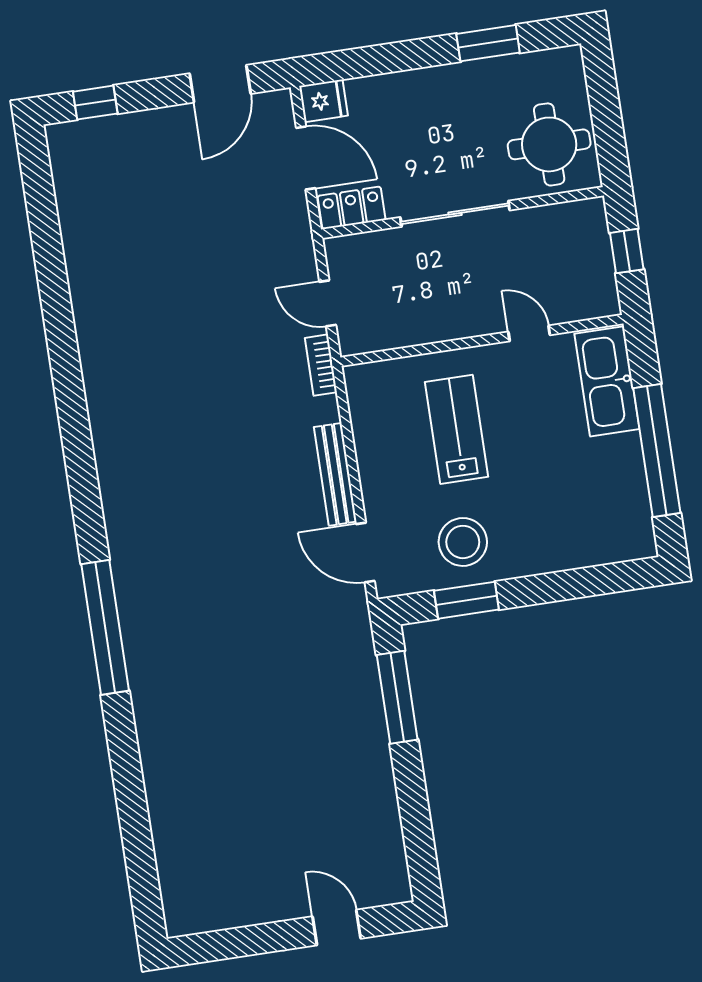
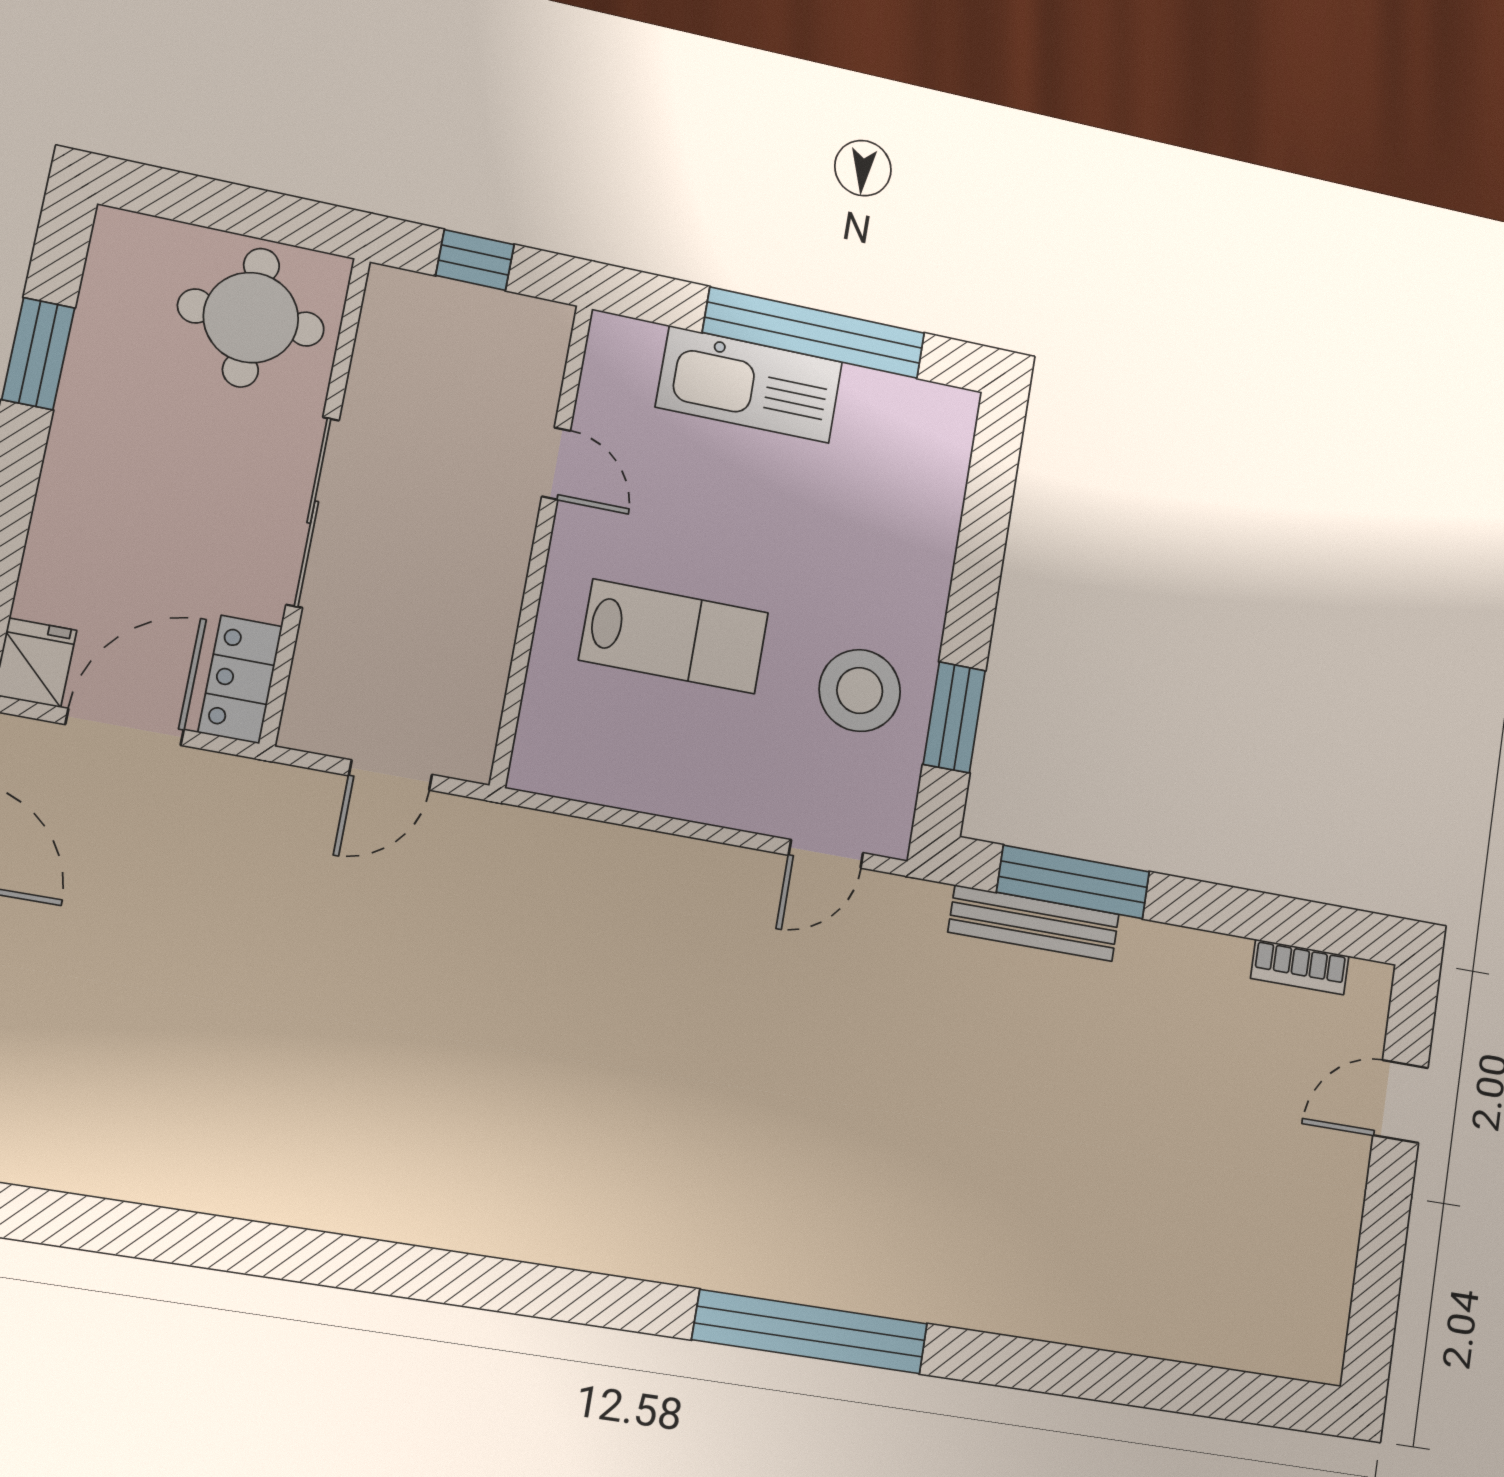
door: (529, 333) -> (556, 464), swing flipped
bookcase: (321, 365) -> (1300, 967), moved
kitchen sink: (607, 381) -> (749, 384), moved
lab bench: (456, 429) -> (674, 636), turned 180
bench: (335, 474) -> (1034, 923), moved
door: (365, 552) -> (826, 854), width x0.73

